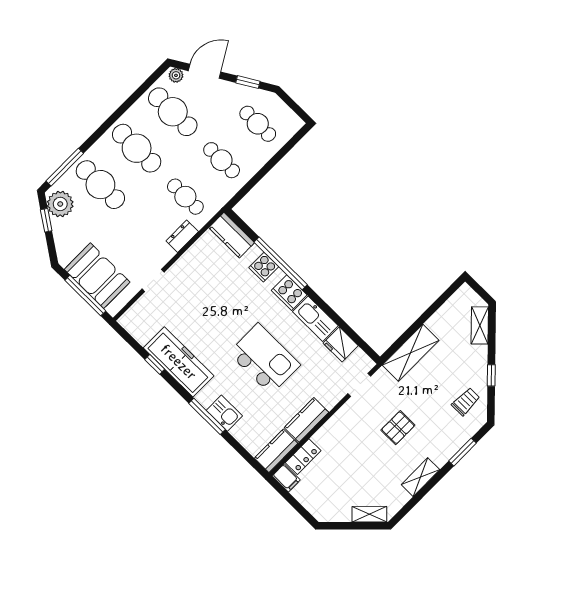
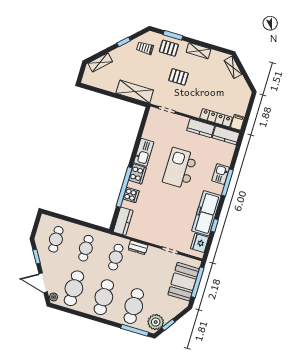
fridge: (341, 344) -> (200, 243), moved, turned 180
pallet: (447, 436) -> (169, 48), added
locker: (303, 457) -> (216, 118), width x1.53

